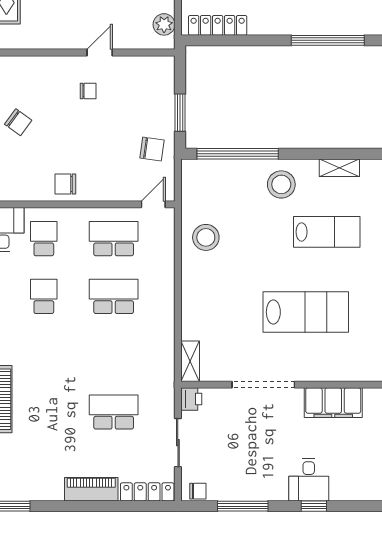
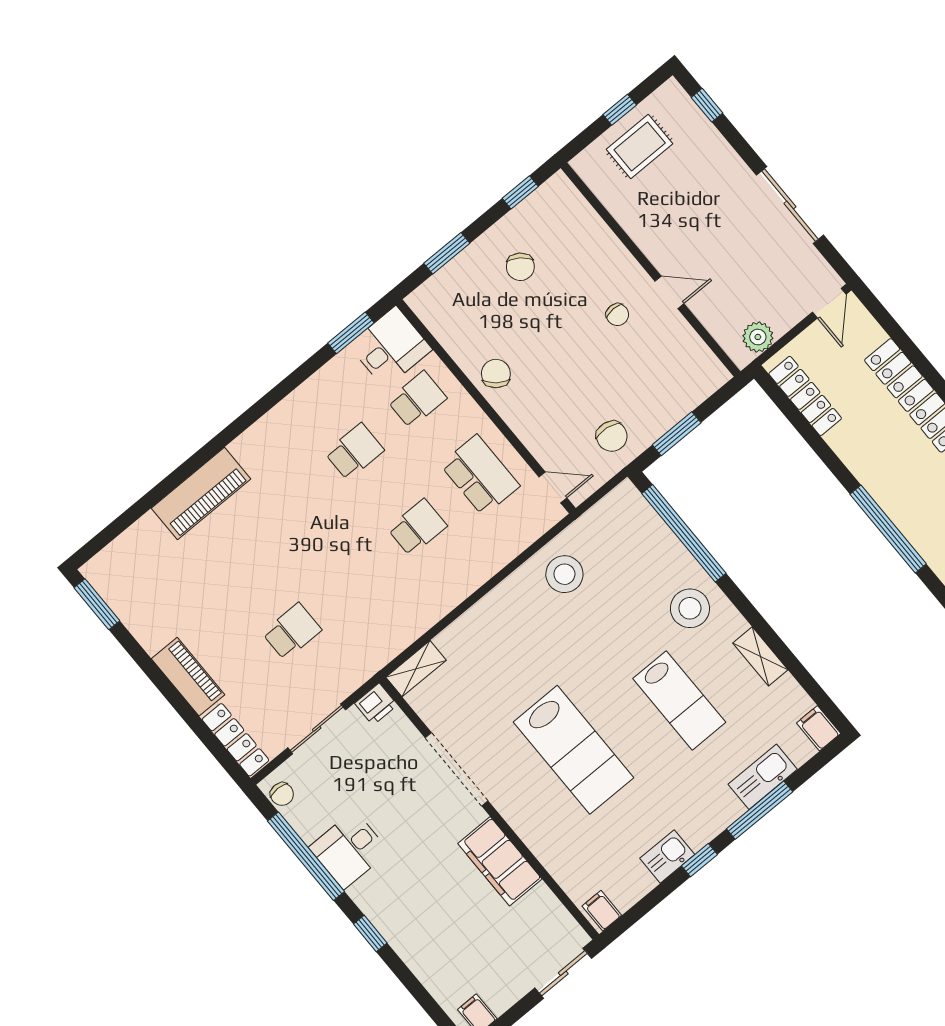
chair: (65, 184) -> (496, 374), turned 38
school desk: (114, 296) -> (417, 527), width x0.54
school desk: (114, 412) -> (292, 631), width x0.54
desk: (309, 480) -> (349, 850), moved
window: (243, 506) -> (306, 856), width x1.46

